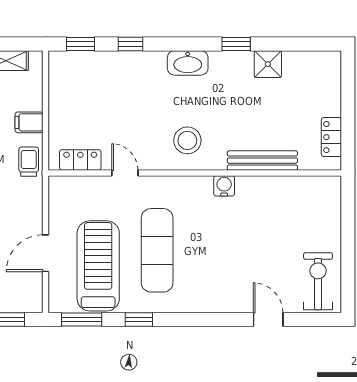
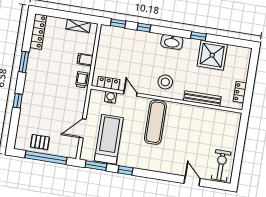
shower: (268, 64) -> (212, 55), width x1.86, depth x1.86
water cooler: (224, 186) -> (110, 97), moved
exercise mat: (157, 250) -> (155, 122), moved

